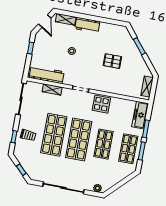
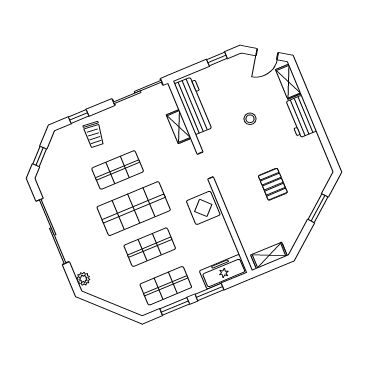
shop shelf: (54, 135) -> (118, 170), width x0.70, depth x0.74

